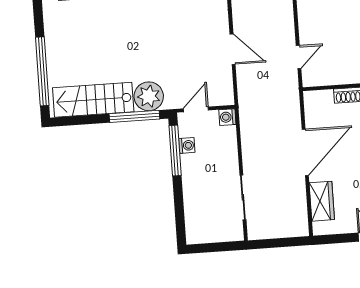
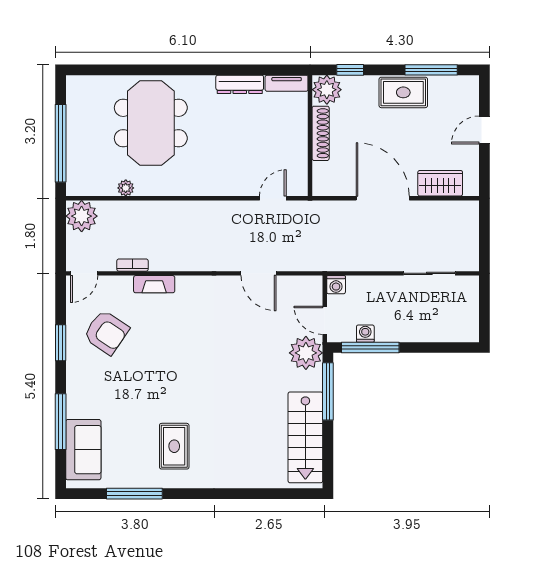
door: (233, 49) -> (258, 273), swing flipped
door: (299, 57) -> (273, 198), hinge flipped
window: (42, 71) -> (269, 494), removed
plant: (149, 96) -> (306, 353), moved

